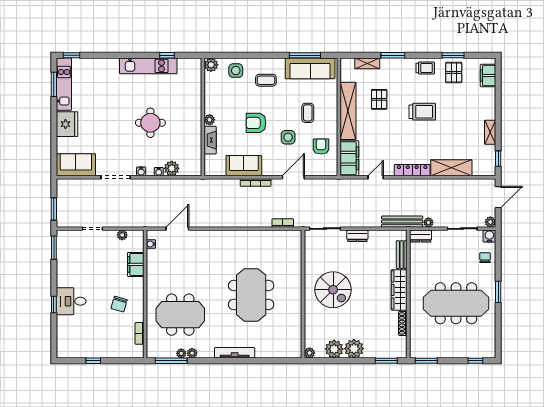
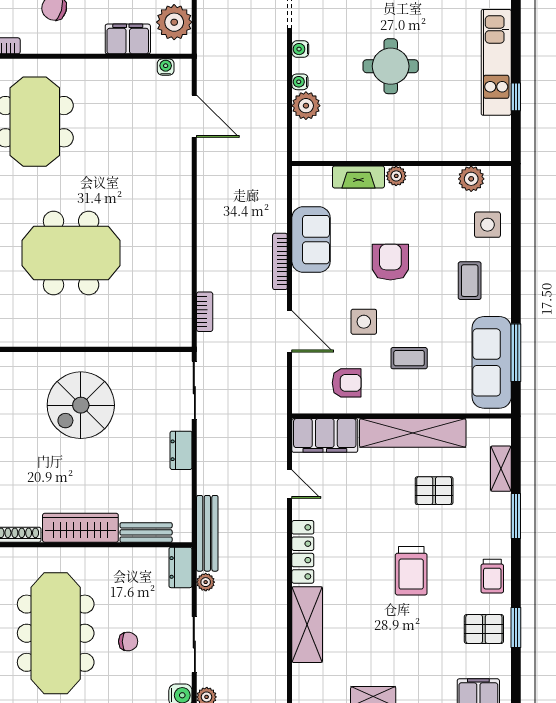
plant: (211, 65) -> (471, 179), moved
plant: (122, 235) -> (174, 22), width x1.87, depth x1.87
chair: (485, 258) -> (128, 641), moved

